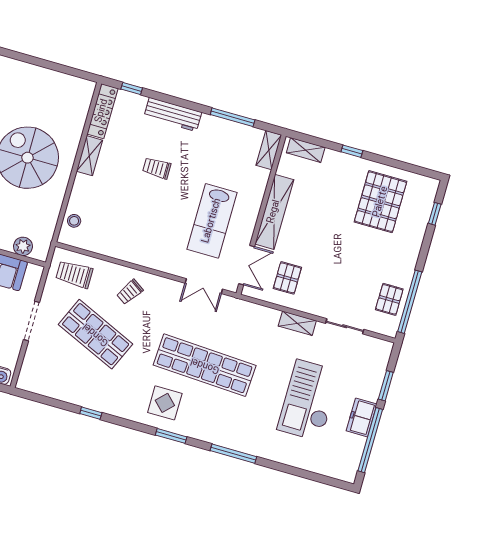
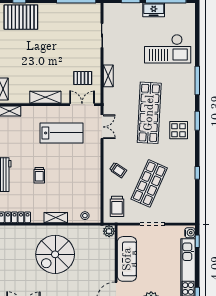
shelving: (89, 156) -> (56, 218), moved
pallet: (381, 202) -> (21, 17), moved
shelving: (274, 212) -> (45, 97), width x0.68
plant: (23, 246) -> (109, 231), moved
pallet: (389, 299) -> (78, 13), removed
shelving: (297, 323) -> (108, 76), moved
checkout: (309, 400) -> (168, 49), moved

